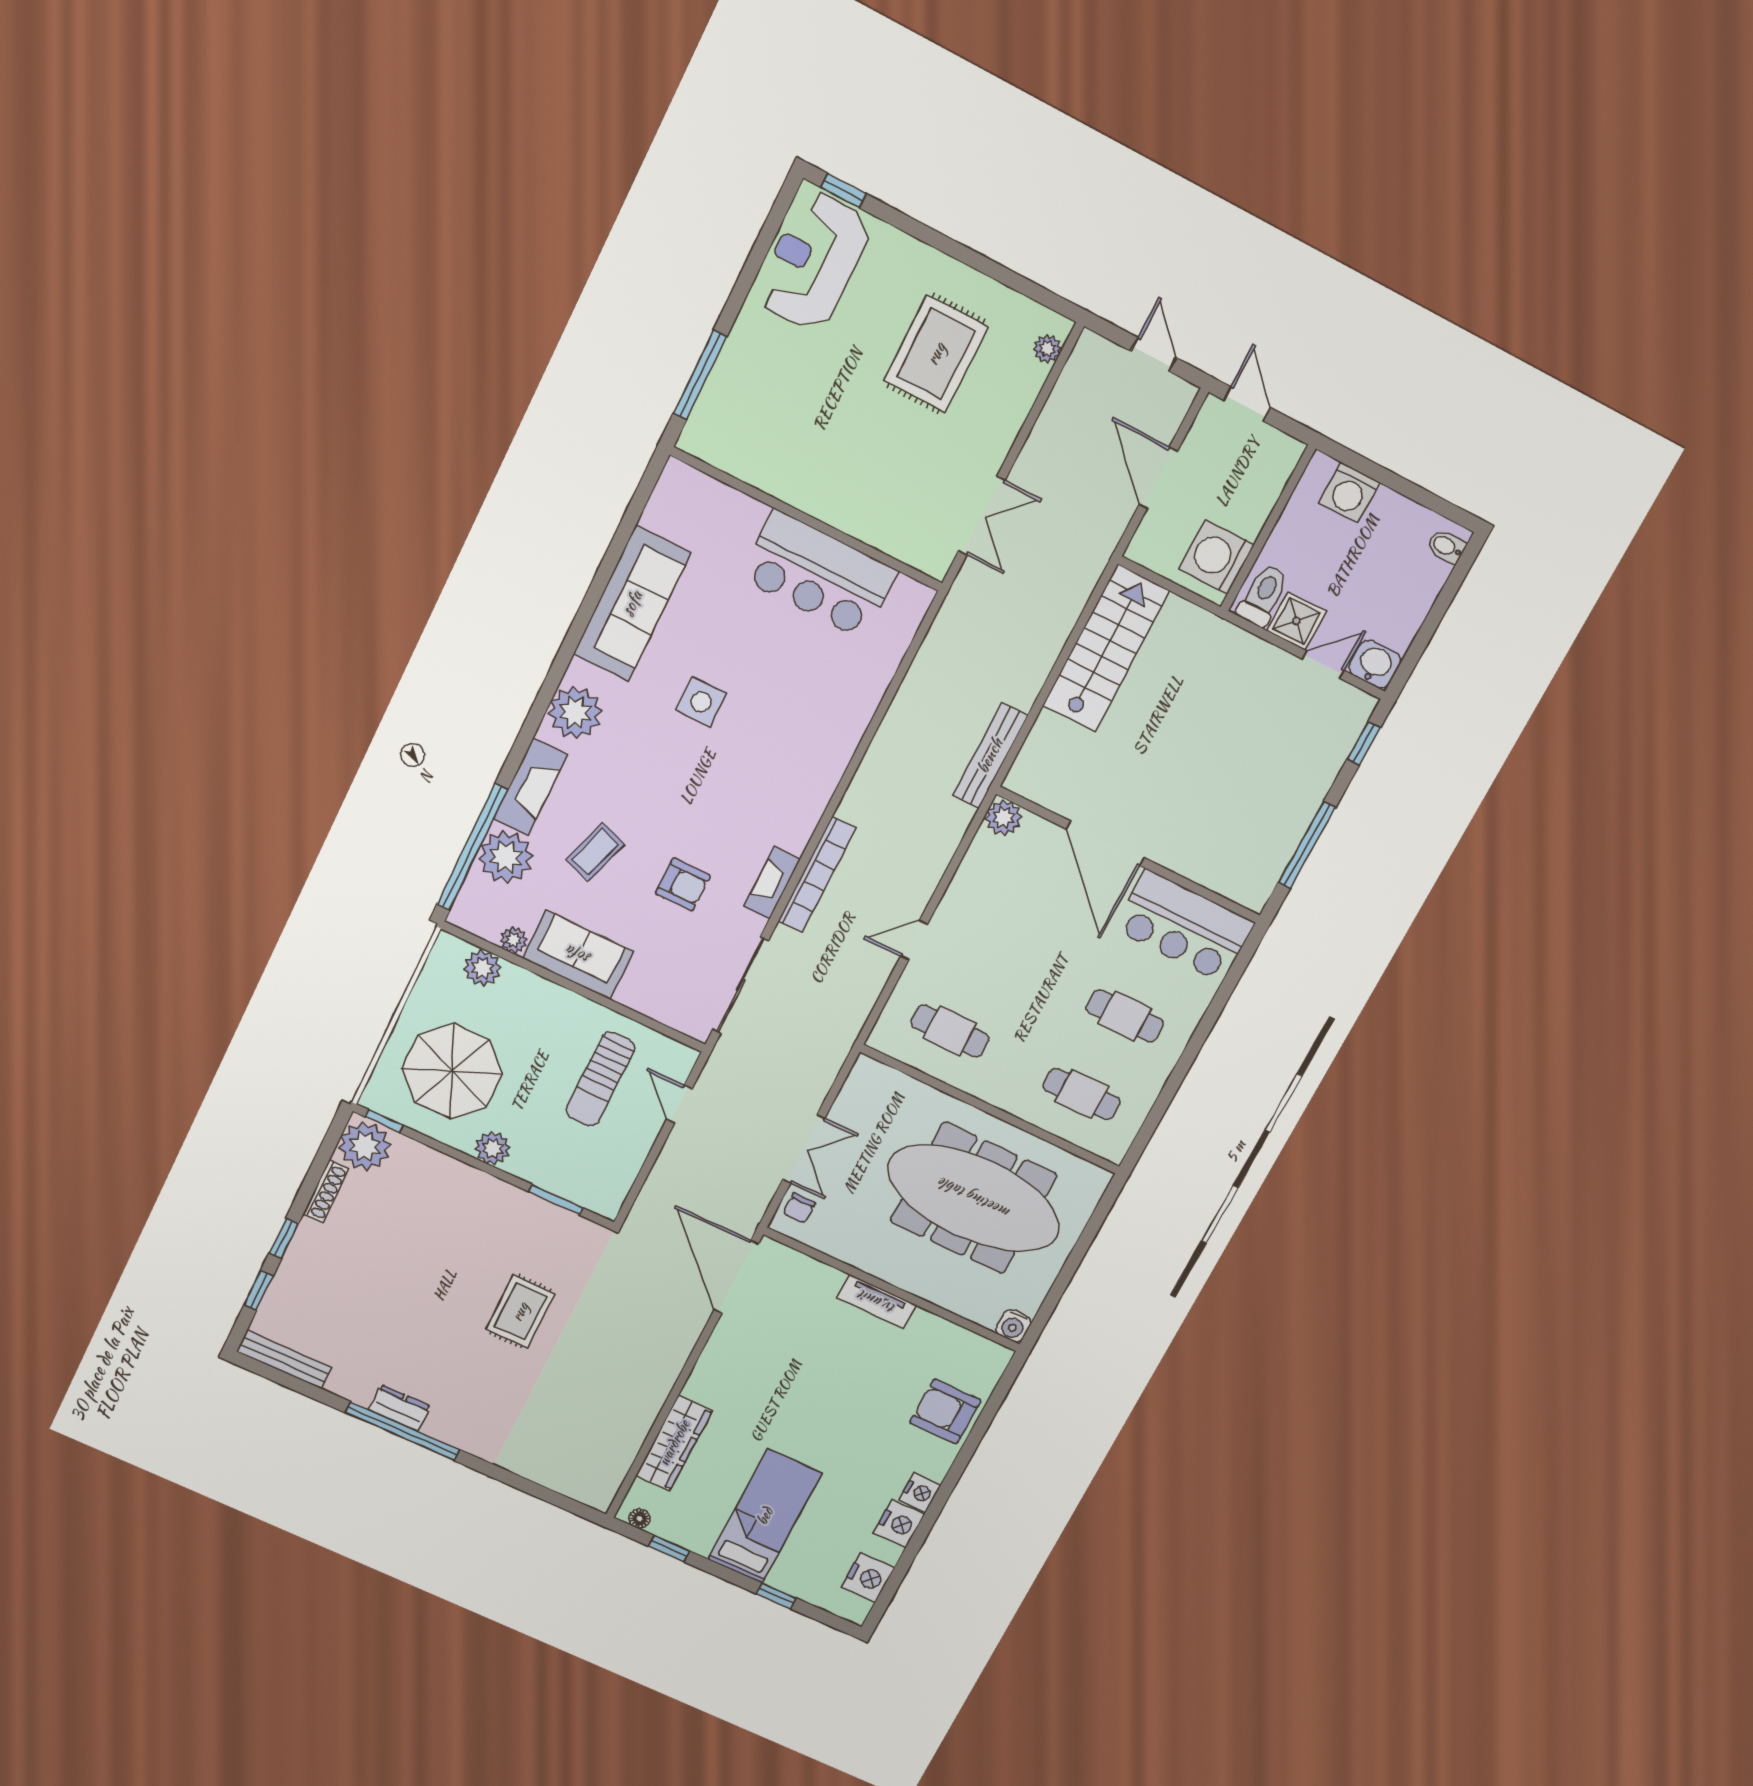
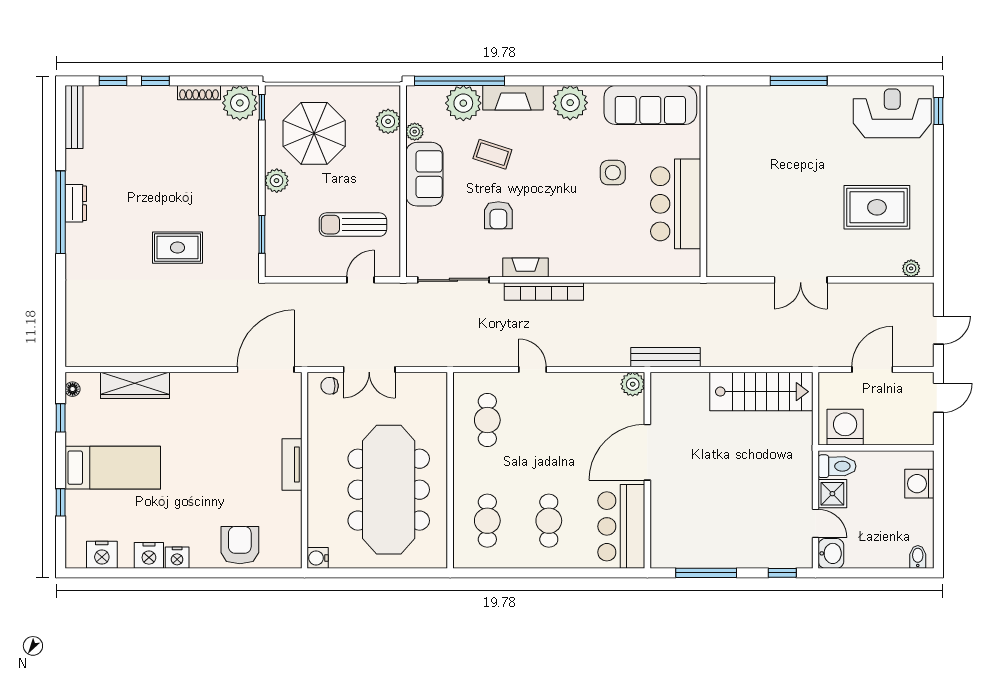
wall: (807, 520) -> (703, 181), moved
bar counter: (819, 574) -> (676, 204), moved

